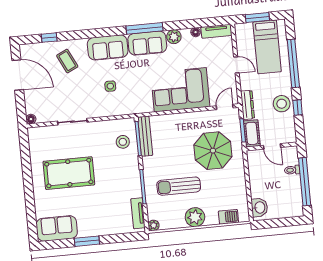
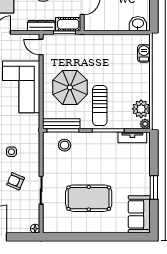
armchair: (79, 94) -> (16, 181), added
parasol: (213, 151) -> (70, 87), moved
pool table: (69, 173) -> (89, 198), turned 90
sun lounger: (179, 186) -> (100, 106), moved
plant: (195, 217) -> (141, 109), moved

